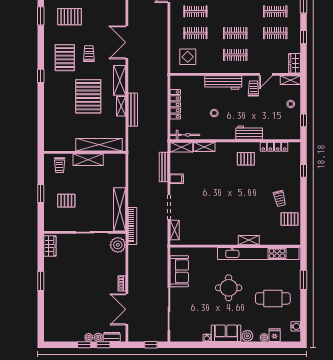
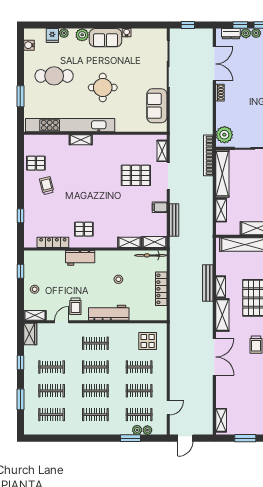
clothes rail: (235, 11) -> (95, 391), added
shelving: (121, 176) -> (221, 210), added
pallet: (198, 208) -> (136, 175), added

